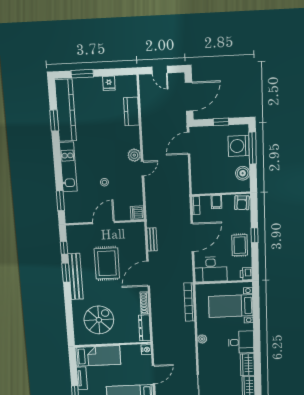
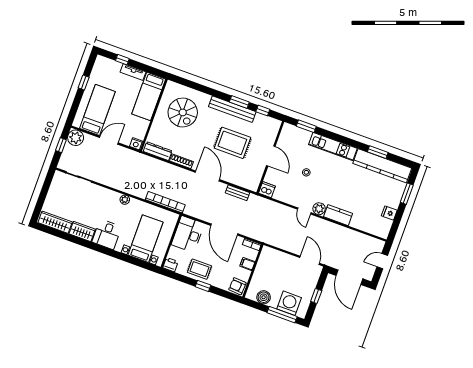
kitchen counter: (131, 111) -> (338, 215), moved
door: (153, 375) -> (109, 140), swing flipped

